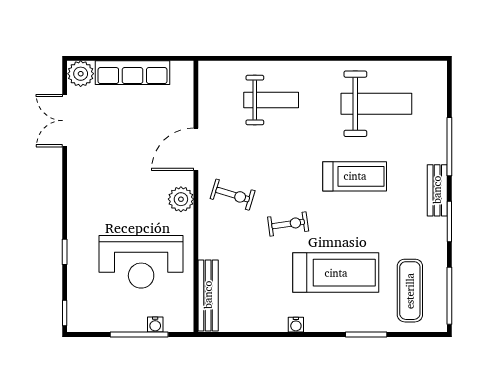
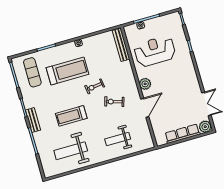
exercise bike: (233, 195) -> (114, 102), moved
treadmill: (336, 273) -> (67, 71), turned 180

